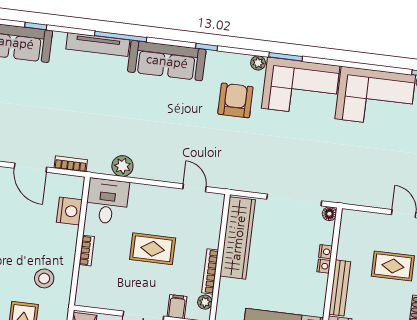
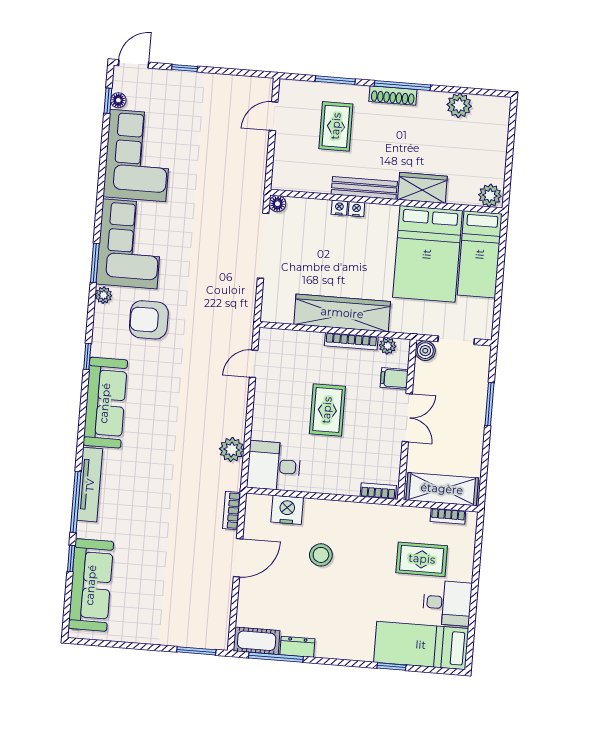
window: (121, 36) -> (76, 502), moved
wardrobe: (238, 238) -> (342, 313), moved
bookcase: (87, 251) -> (378, 491), moved
nightstand: (326, 252) -> (356, 209), moved
stool: (44, 278) -> (321, 555), moved

